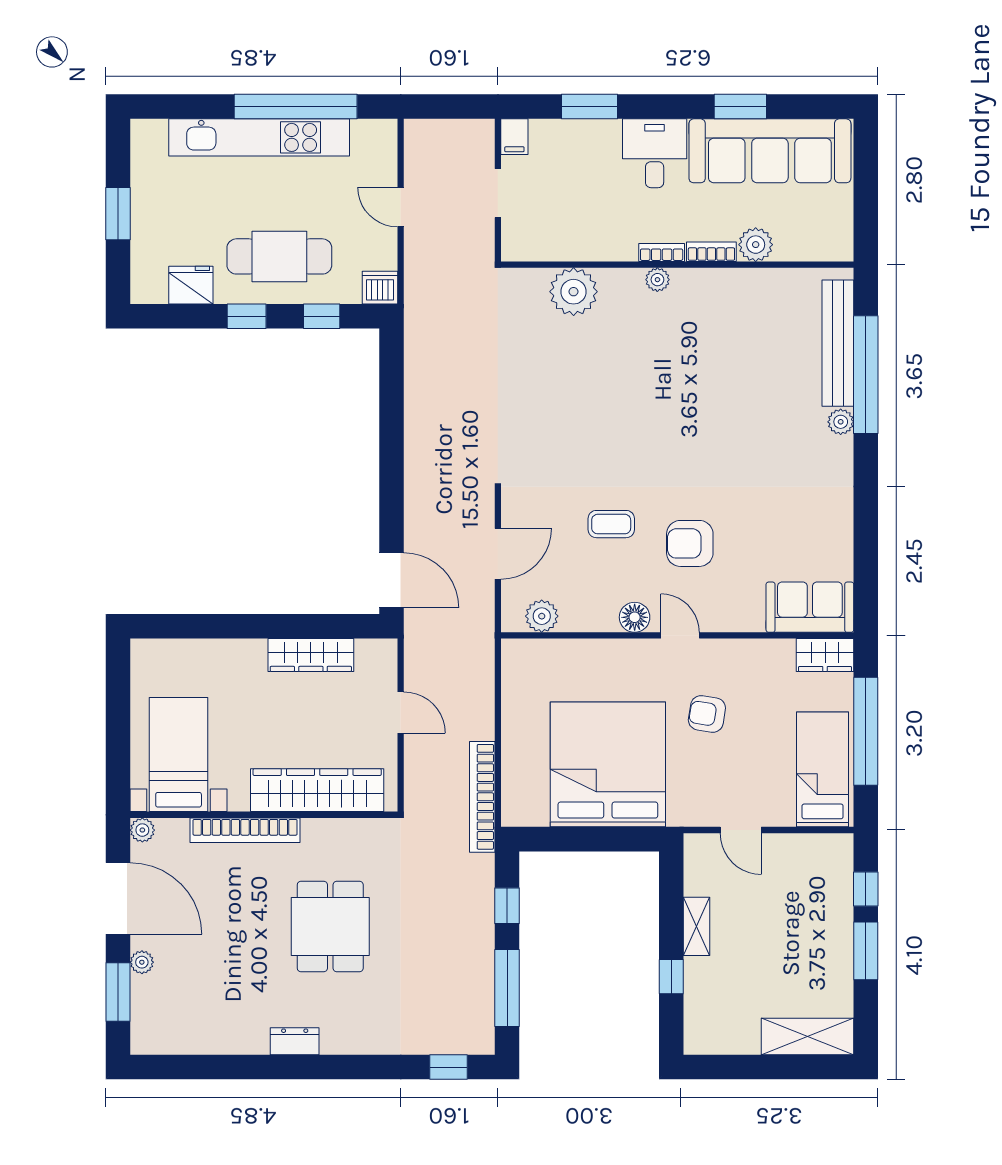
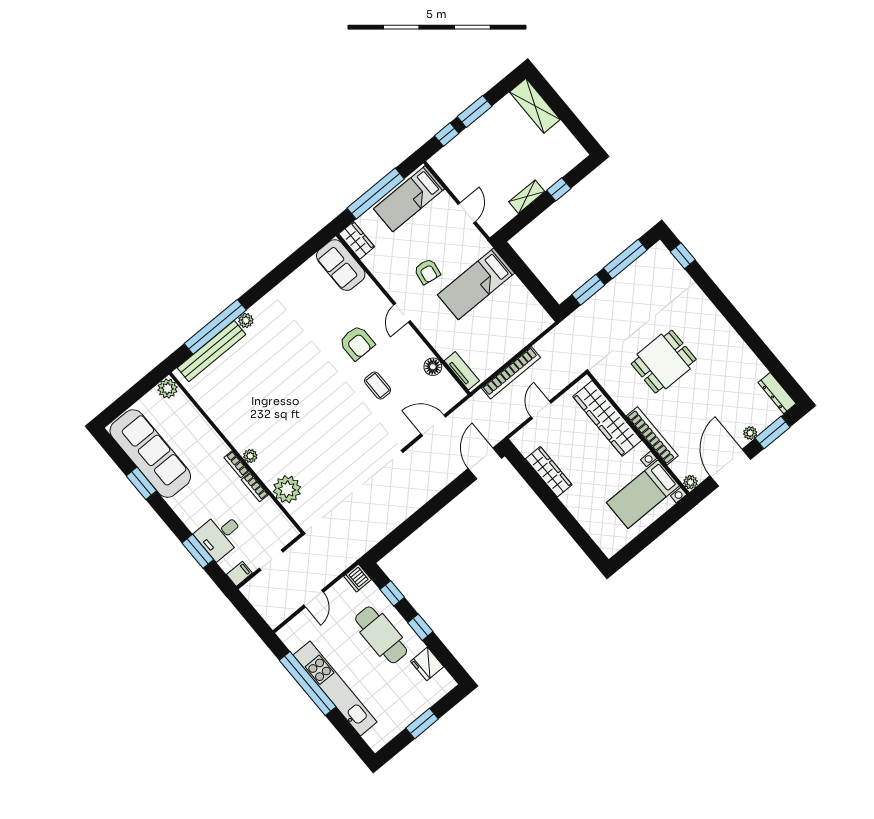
desk: (655, 153) -> (220, 535), moved
plant: (756, 245) -> (168, 389), moved
bookcase: (711, 252) -> (255, 487), moved
plant: (542, 616) -> (445, 382), removed
floor lamp: (635, 617) -> (433, 367), moved
tv unit: (539, 651) -> (462, 371), added
bed: (608, 764) -> (476, 284), width x0.49
bookcase: (482, 797) -> (511, 373), moved
window: (507, 906) -> (588, 290), width x1.50
dresser: (295, 1041) -> (777, 393), moved, width x1.44

